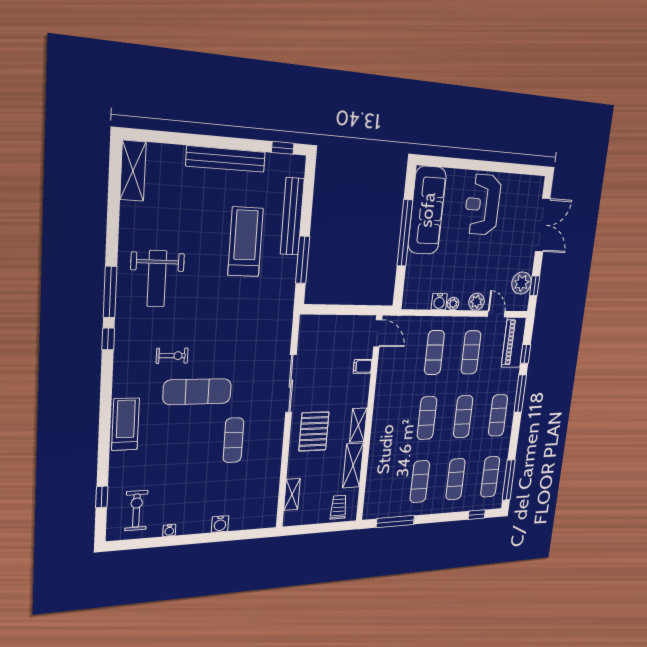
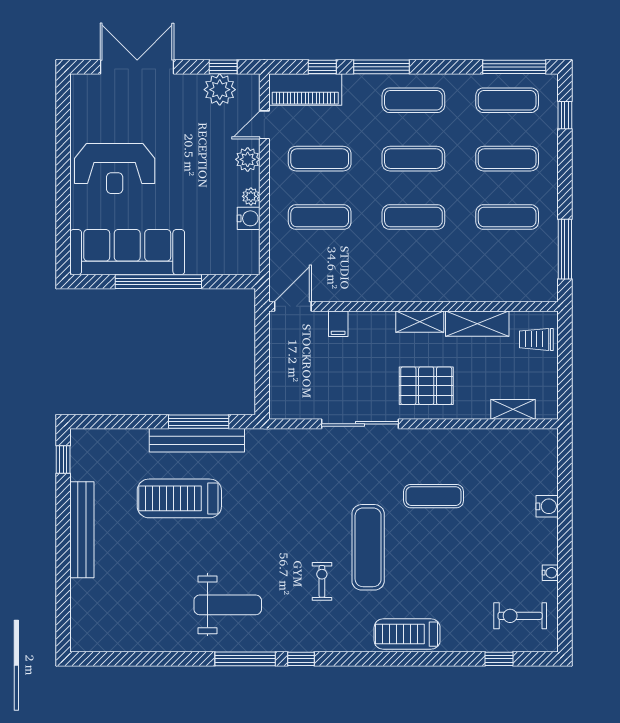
shelving: (133, 171) -> (104, 639), removed
bench: (292, 216) -> (197, 440), moved

